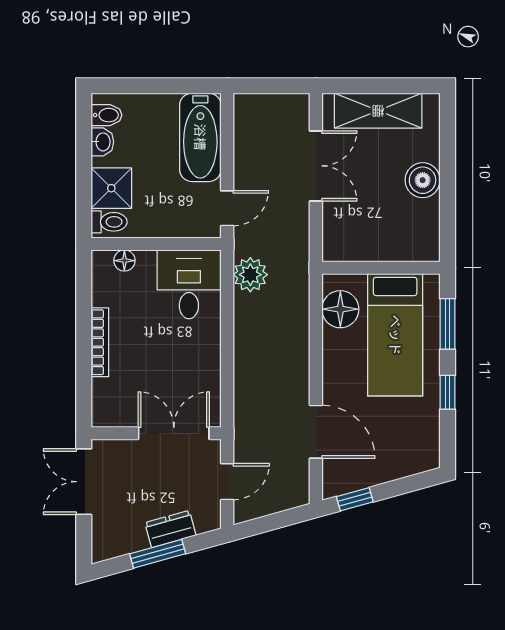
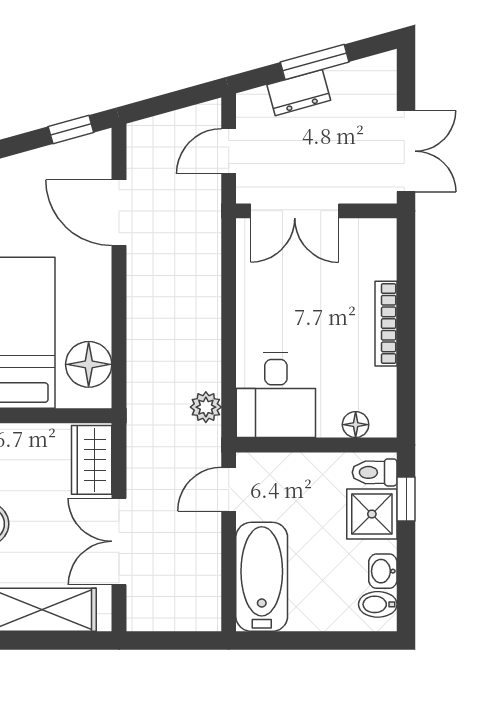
window: (84, 200) -> (406, 499), added
wardrobe: (338, 232) -> (92, 460), added
plant: (250, 275) -> (206, 407), width x0.73, depth x0.73

